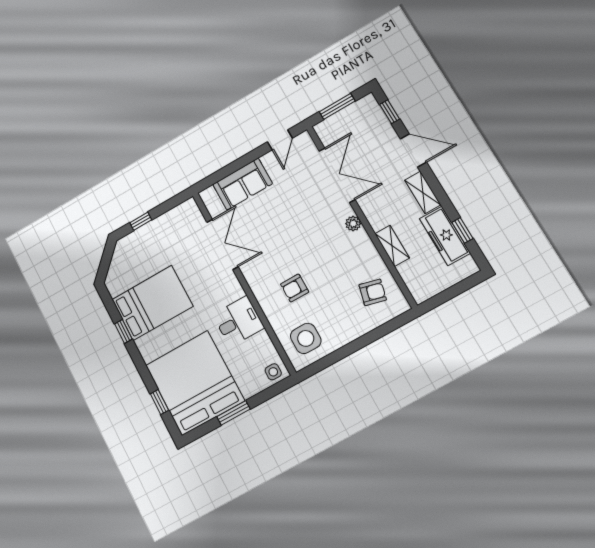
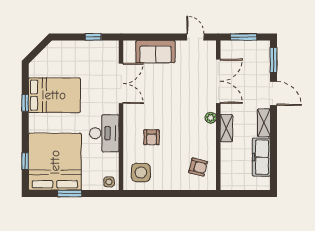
window: (390, 112) -> (274, 60), width x1.50
door: (280, 140) -> (195, 37), swing flipped
window: (141, 221) -> (93, 37), moved
window: (462, 230) -> (274, 160), removed
shelving: (392, 246) -> (226, 128), moved
armchair: (295, 288) -> (152, 137), turned -90
desk: (238, 321) -> (104, 133), width x1.37

